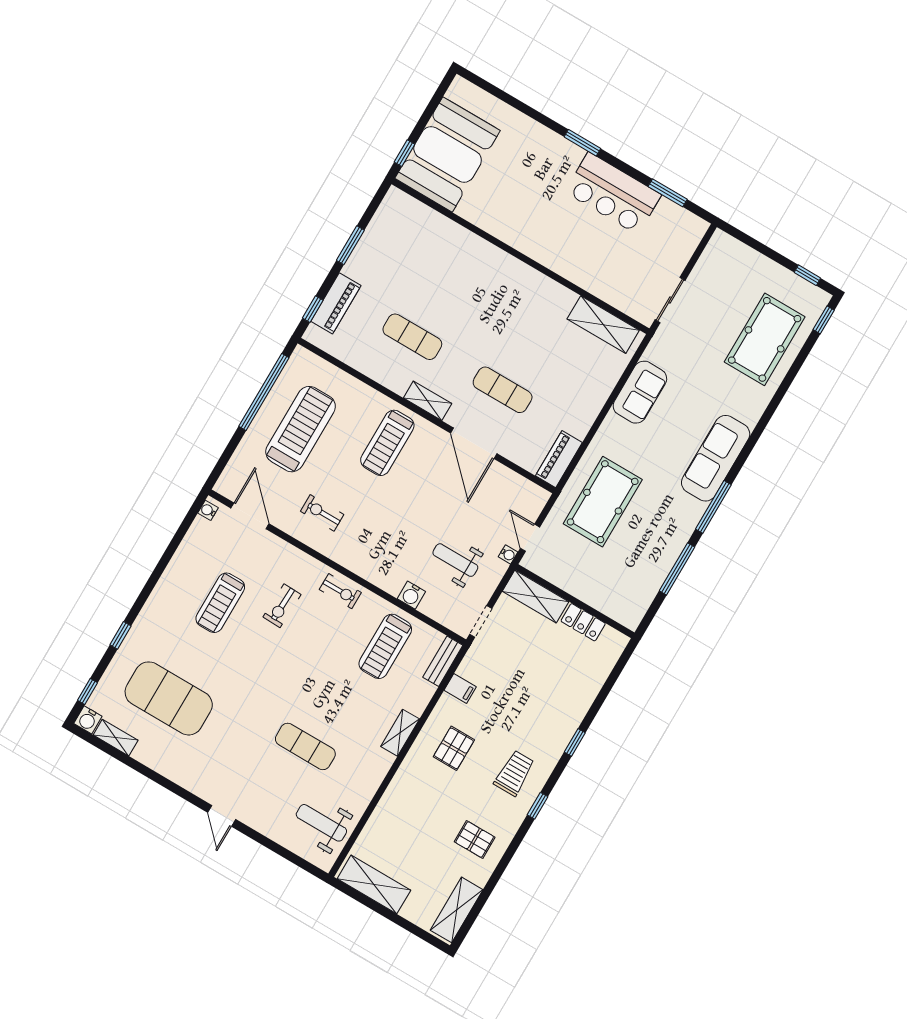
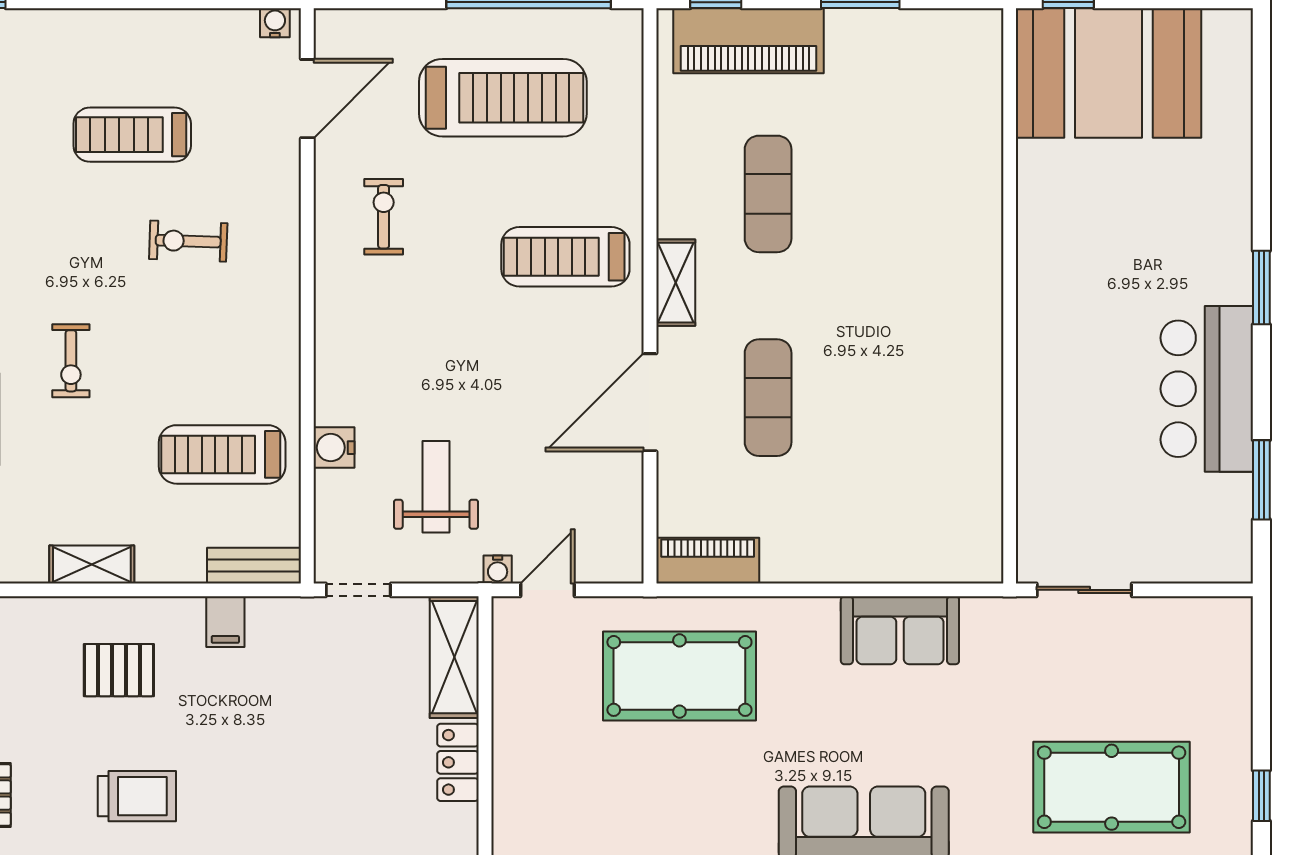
piano: (336, 303) -> (748, 41), width x1.37, depth x1.33
shelving: (603, 325) -> (977, 502), removed
exercise bike: (340, 591) -> (71, 361), moved

